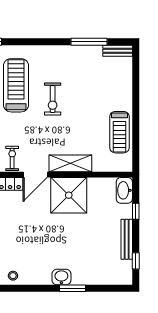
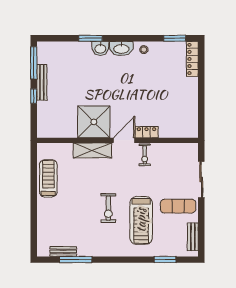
bench: (118, 51) -> (63, 251), moved
exercise bike: (53, 99) -> (108, 208), turned 180
washbasin: (124, 190) -> (121, 49), moved, turned 90
window: (136, 211) -> (34, 96), moved
window: (136, 261) -> (34, 63), width x2.17

